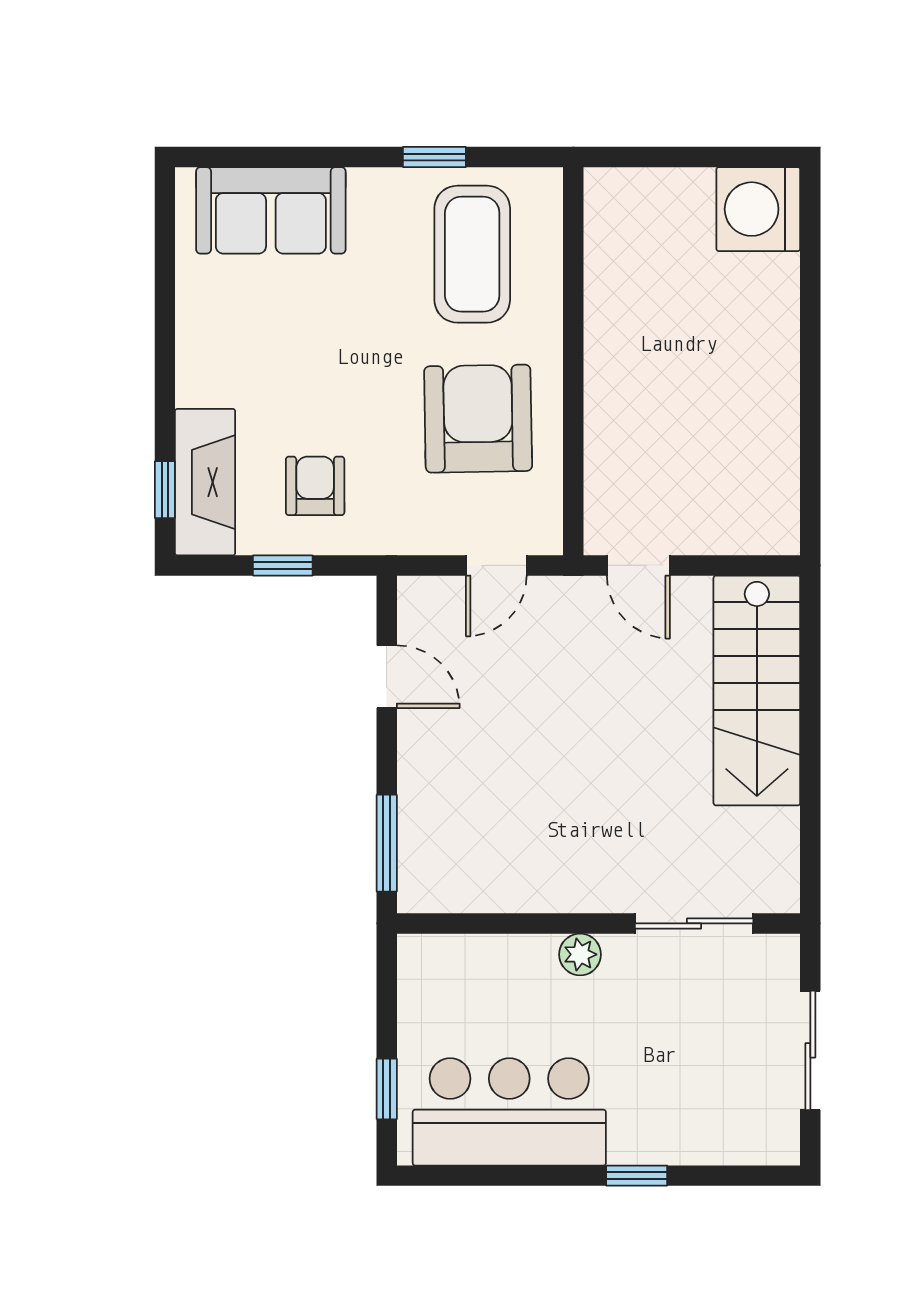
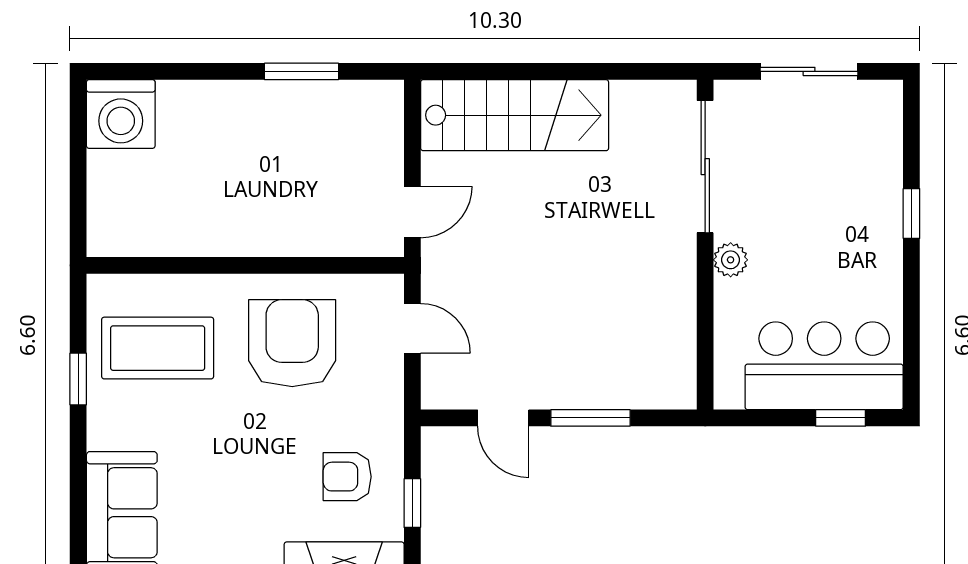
armchair: (478, 419) -> (292, 343), turned 91
window: (810, 430) -> (301, 71), added
door: (387, 677) -> (503, 418), swing flipped
window: (387, 843) -> (590, 418), moved
sliding door: (694, 923) -> (705, 167), width x1.37
bar counter: (509, 1112) -> (824, 366), moved, turned 90

